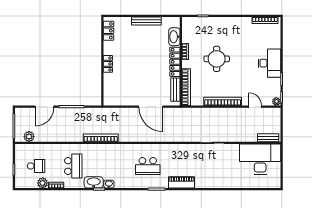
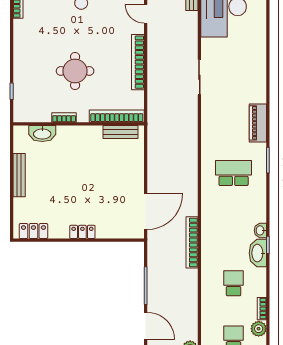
locker: (175, 62) -> (79, 133), removed
door: (151, 107) -> (146, 212), moved
door: (255, 107) -> (146, 14), hinge flipped
school desk: (73, 166) -> (234, 283), width x0.54
school desk: (148, 166) -> (234, 173), turned -90

